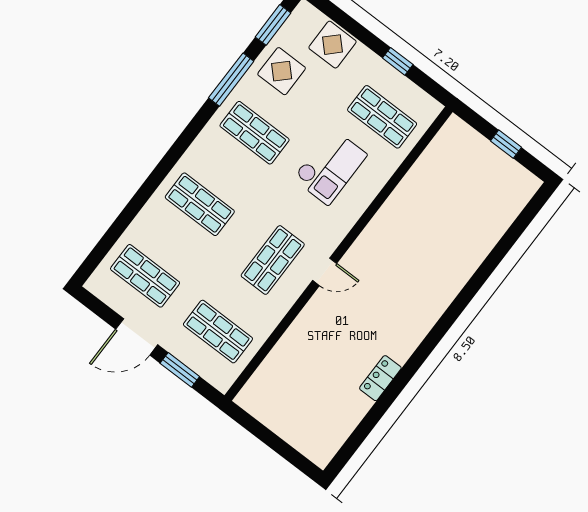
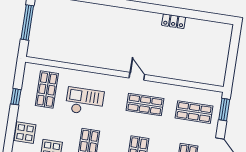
window: (506, 144) -> (27, 22), width x2.17
shop shelf: (218, 332) -> (194, 112), turned 90
window: (180, 370) -> (224, 109), moved

